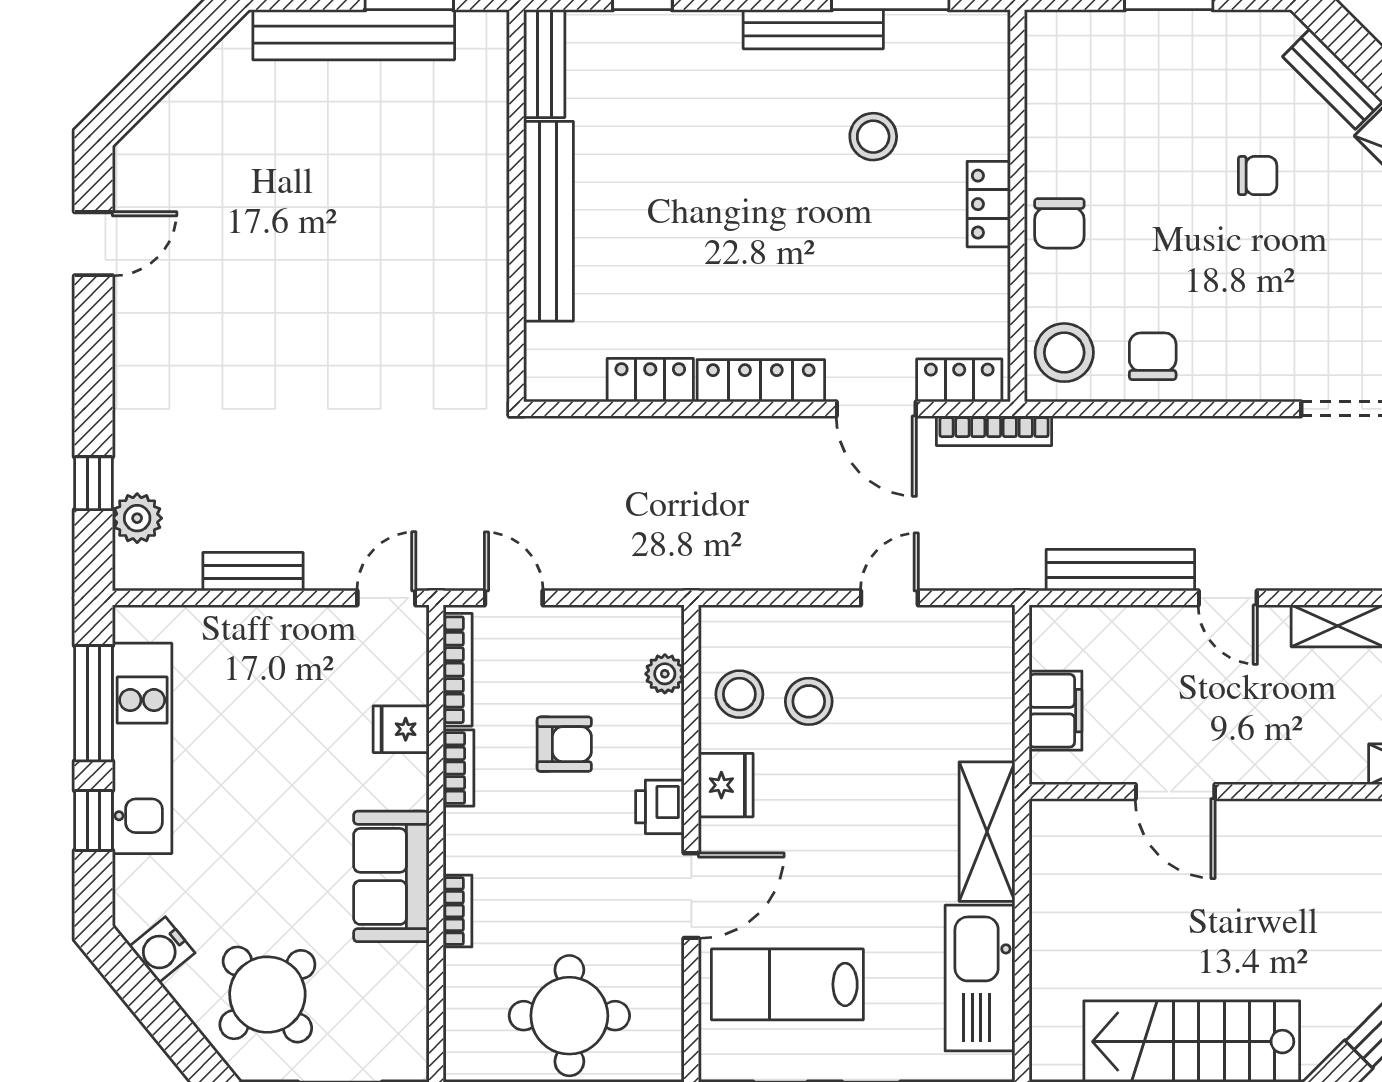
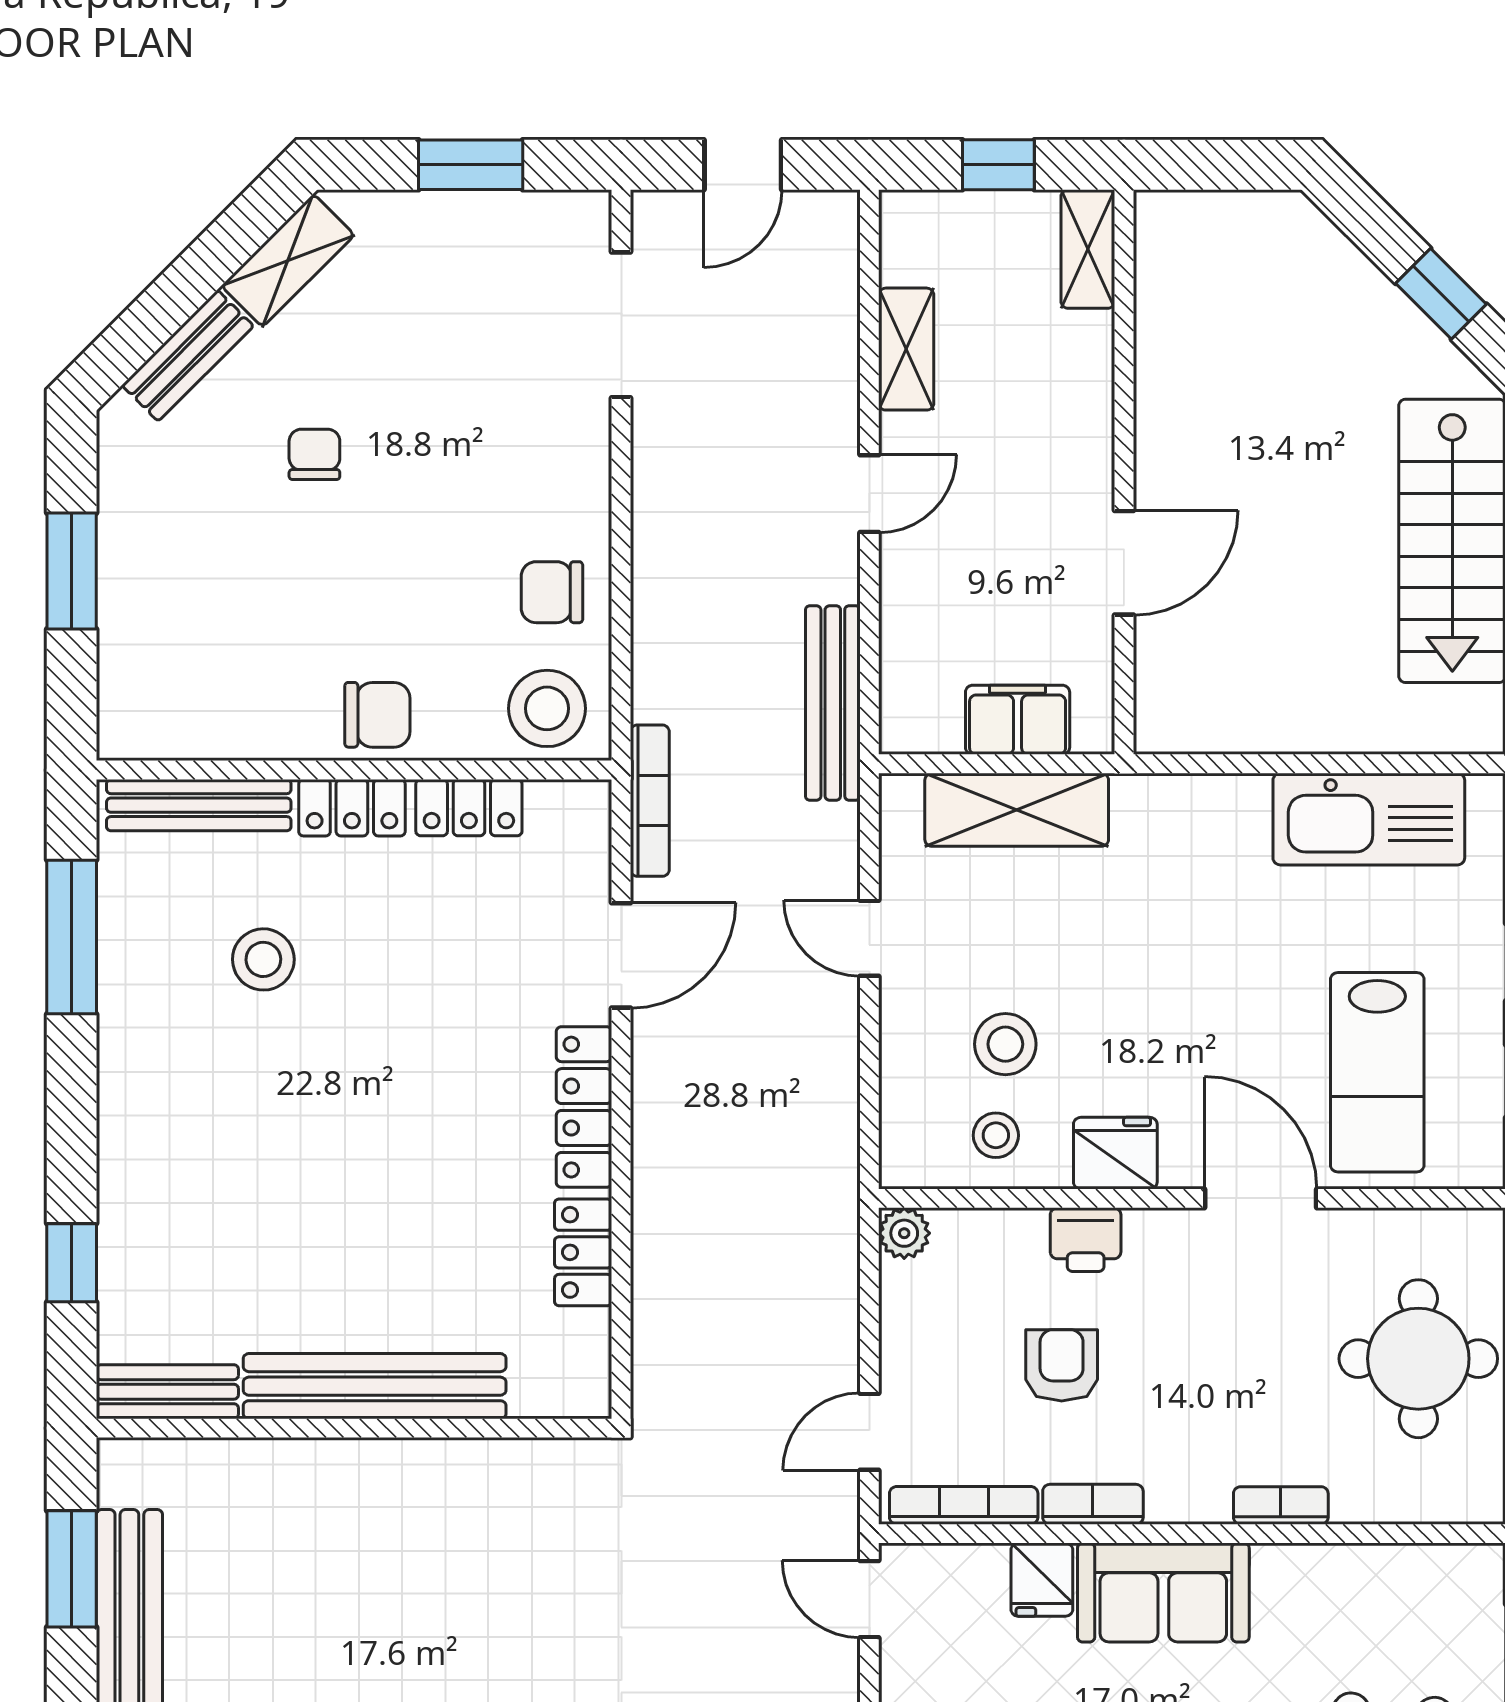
bench: (813, 29) -> (199, 805), moved, turned 90
locker: (959, 380) -> (469, 808), moved, turned -90
bench: (1120, 570) -> (833, 703), moved
plant: (665, 674) -> (904, 1233), moved
stool: (739, 694) -> (996, 1135), width x0.73, depth x0.73
printer: (660, 807) -> (1086, 1240), moved
shelving: (987, 832) -> (1017, 810), moved
sofa: (391, 876) -> (1163, 1593), moved

